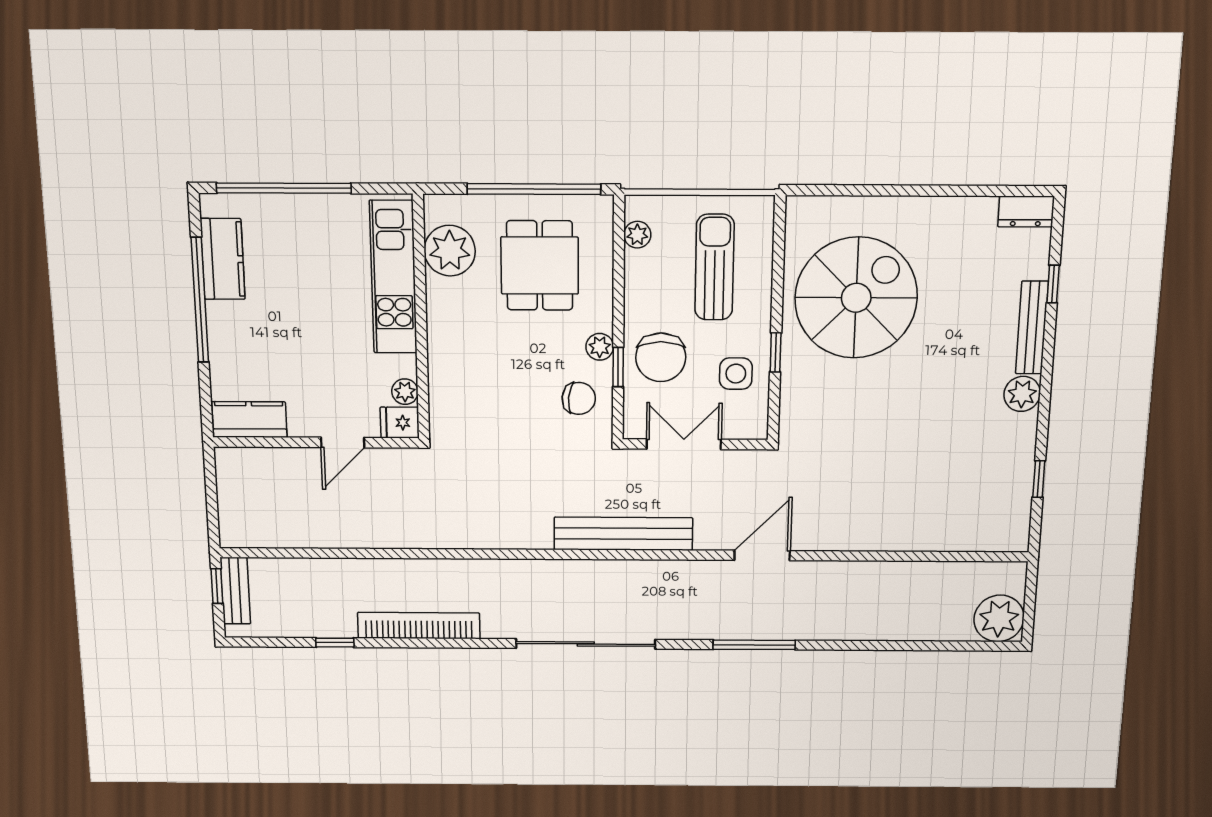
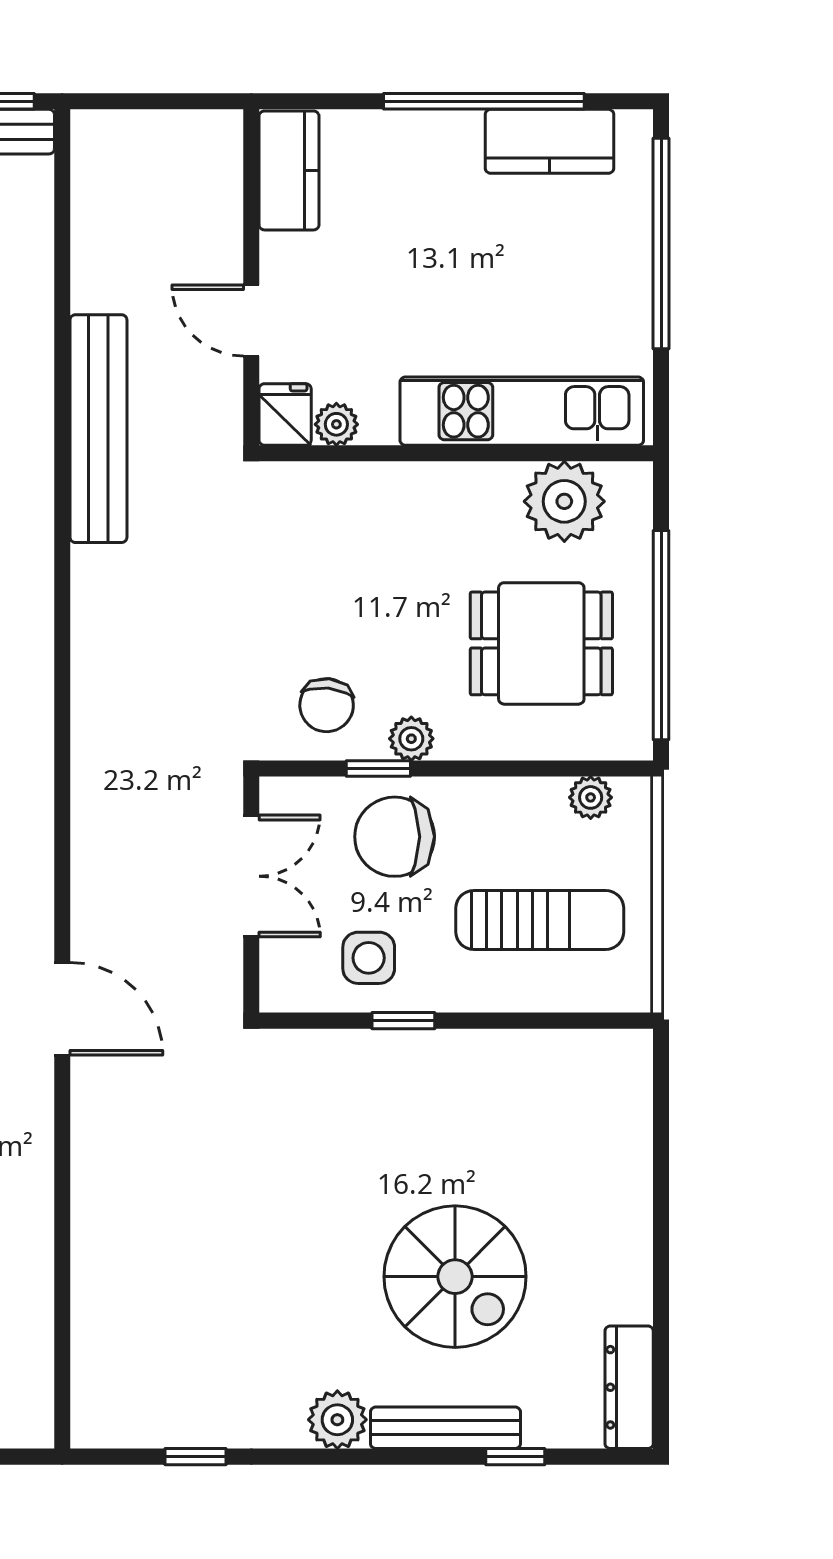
dresser: (1026, 212) -> (629, 1387), width x1.44
spiral stairs: (856, 298) -> (455, 1277), moved, width x0.73, depth x0.73
bench: (623, 534) -> (98, 429), moved

